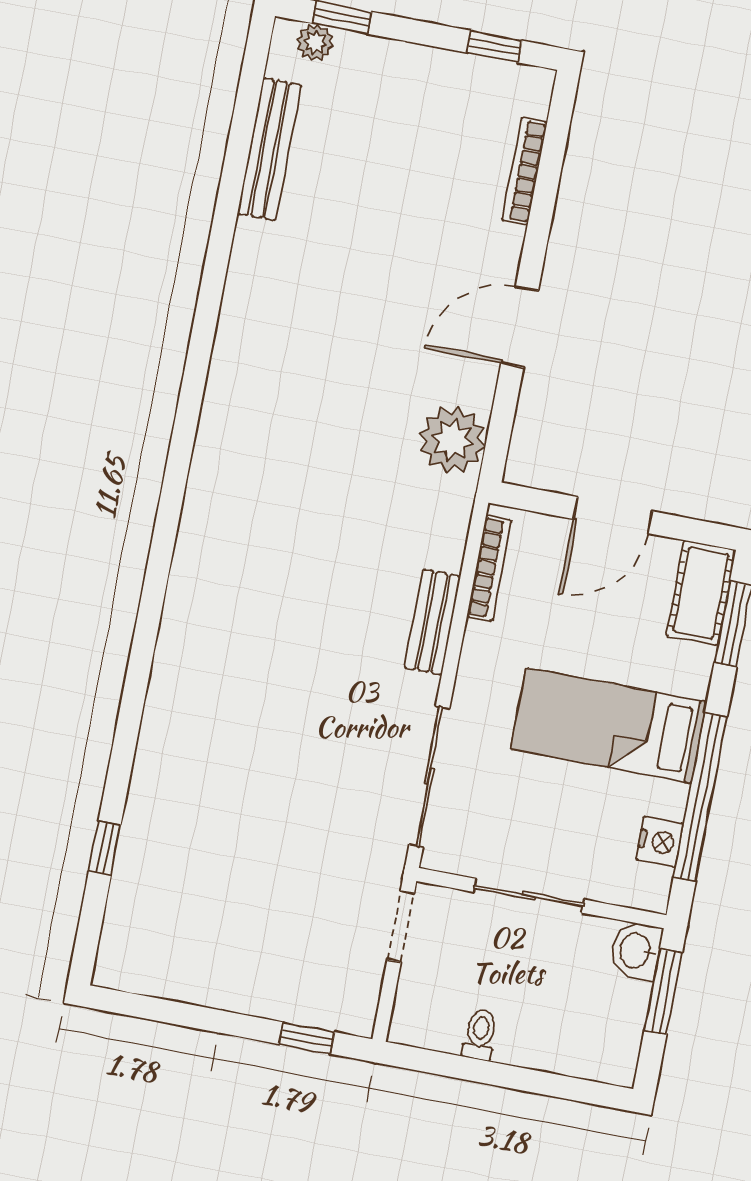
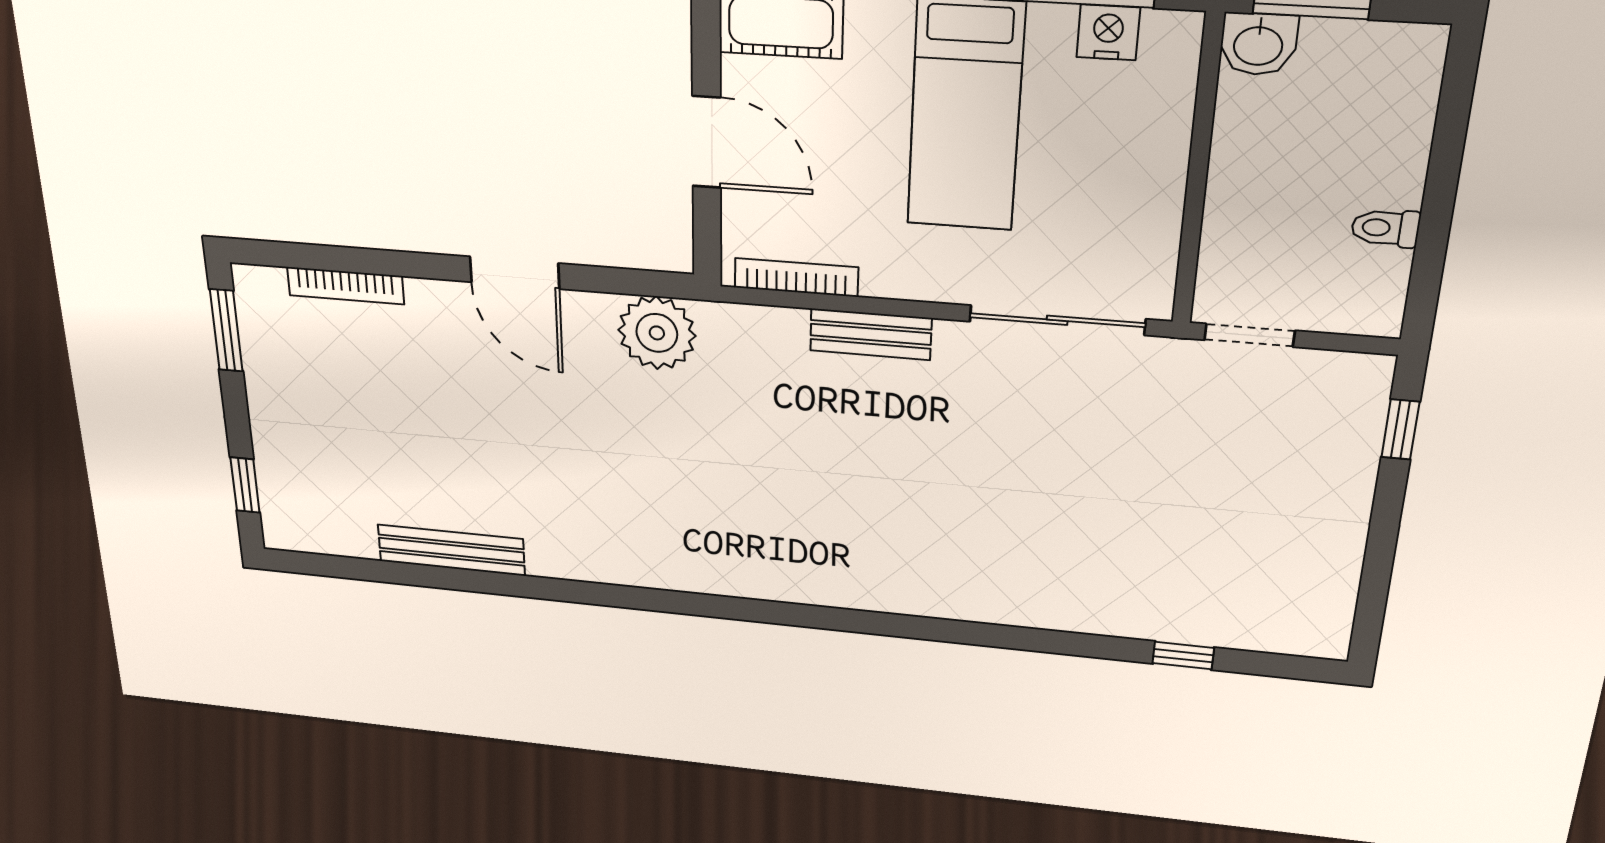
plant: (315, 43) -> (278, 509), removed
window: (495, 47) -> (226, 330), width x1.50
bench: (269, 149) -> (451, 550), moved
sliding door: (529, 896) -> (1196, 188), removed

